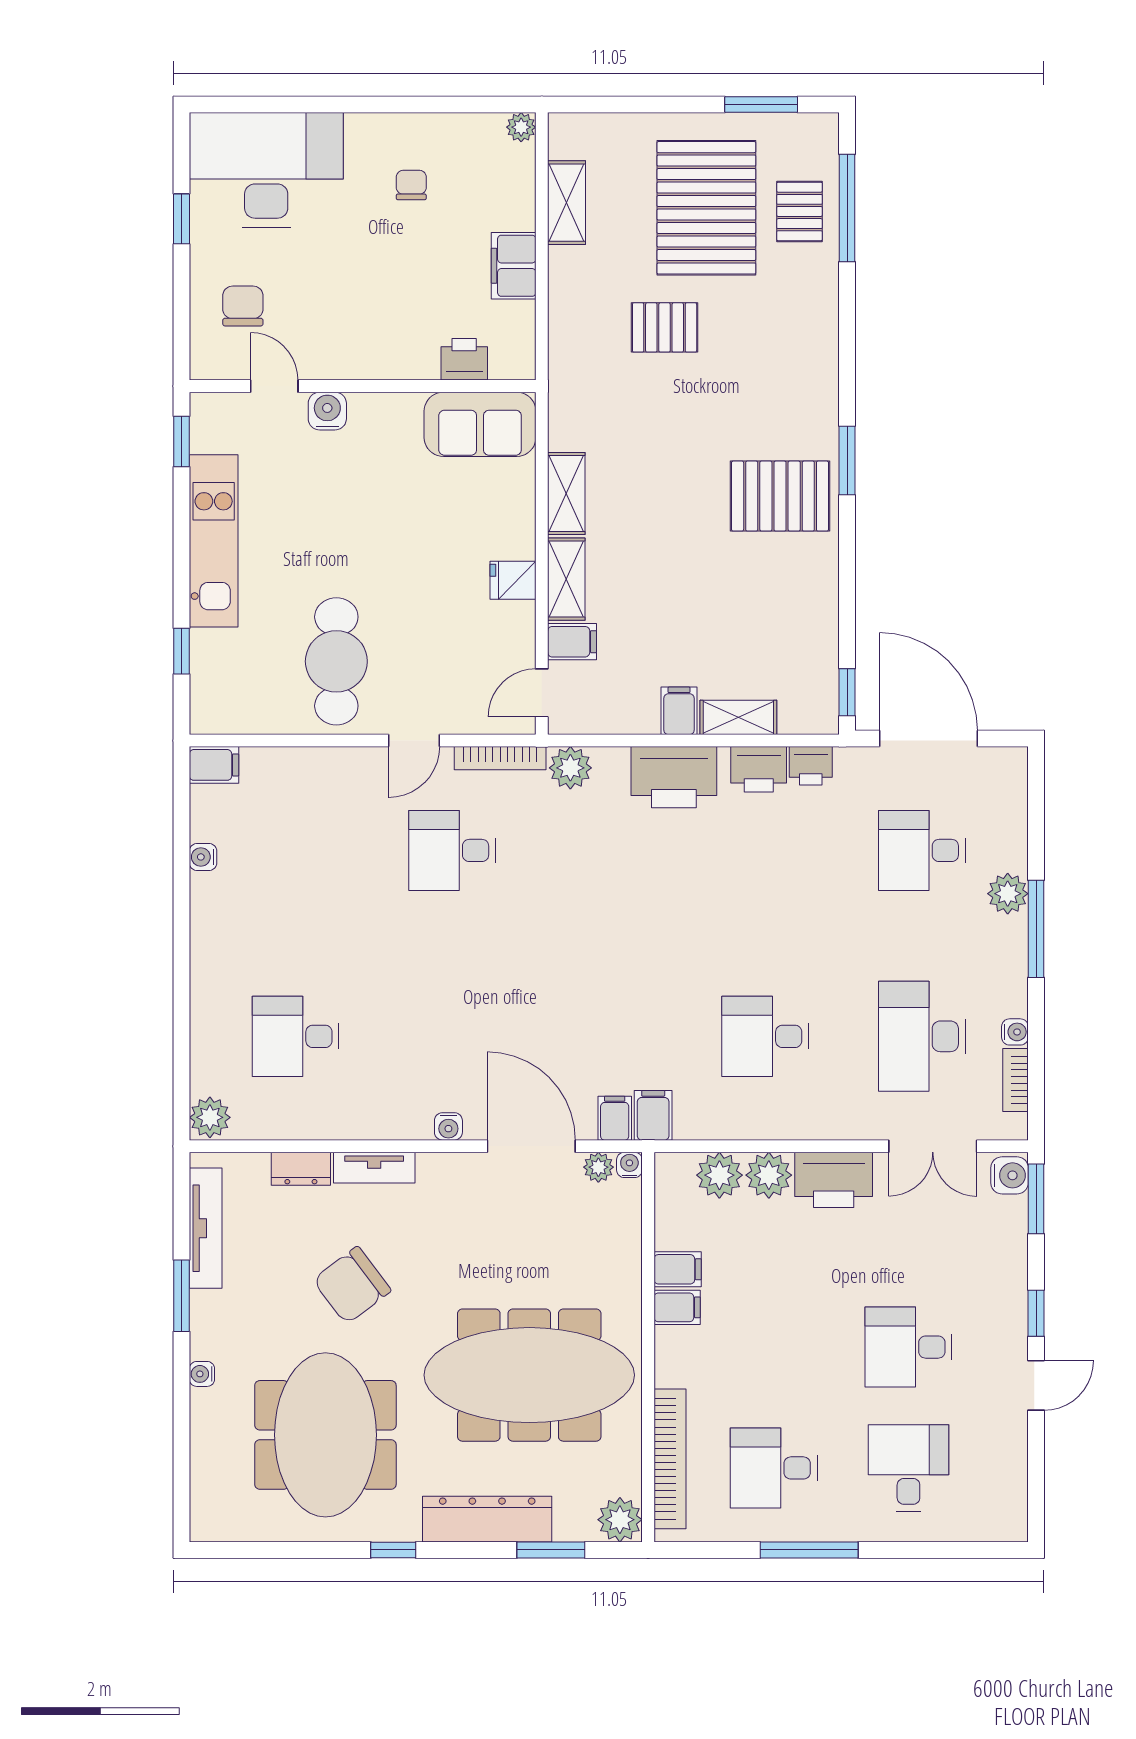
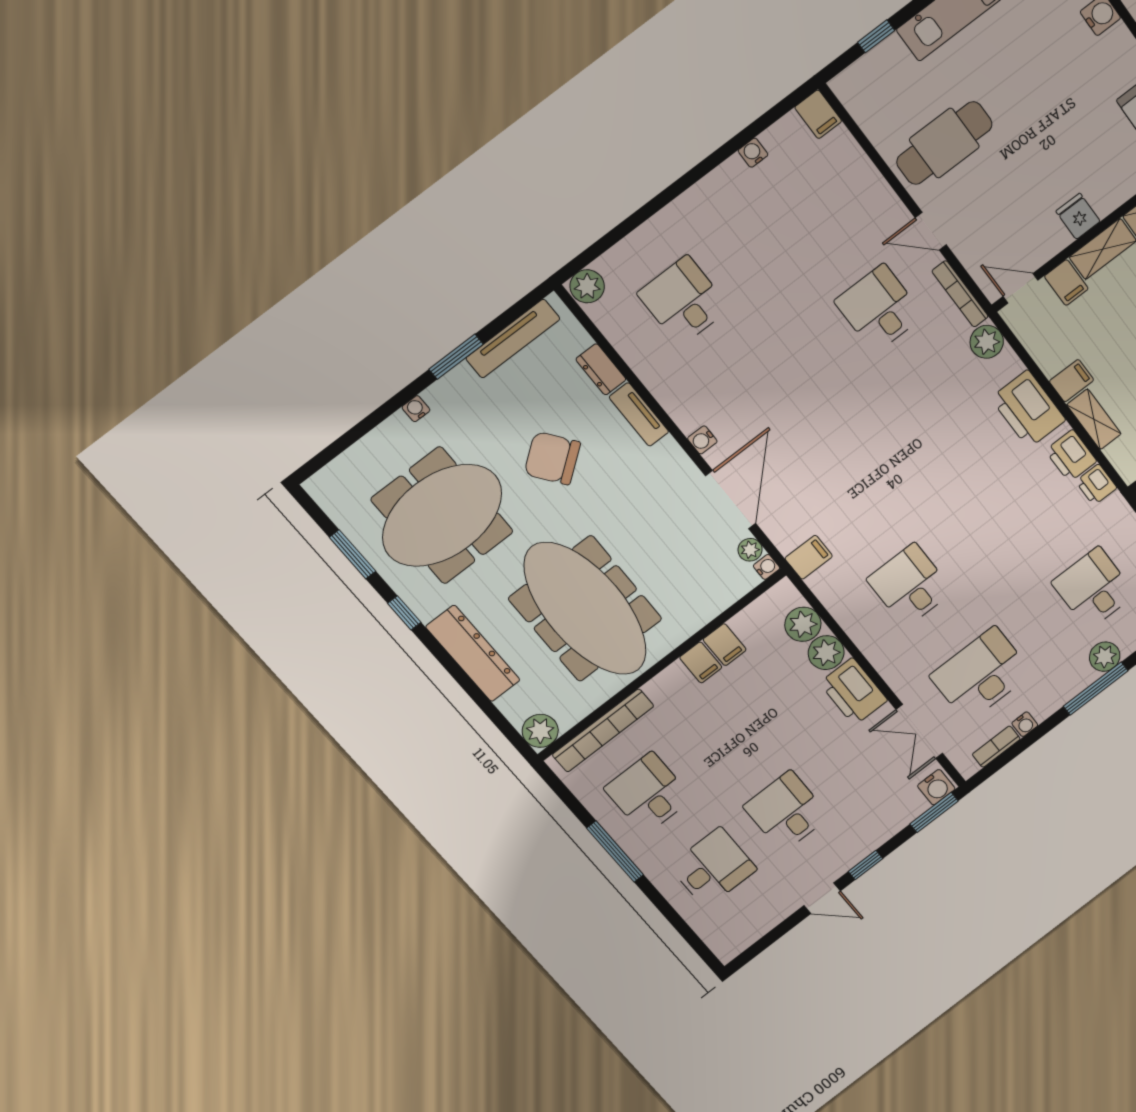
filing cabinet: (615, 1118) -> (788, 536), removed
window: (551, 1550) -> (352, 554), moved

